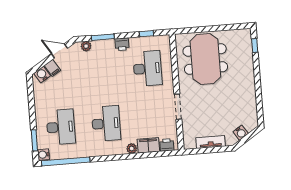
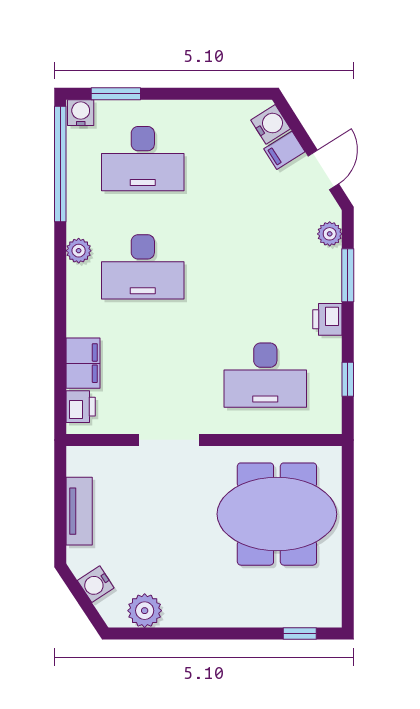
plant: (250, 111) -> (145, 611), added
plant: (132, 148) -> (79, 251), moved

